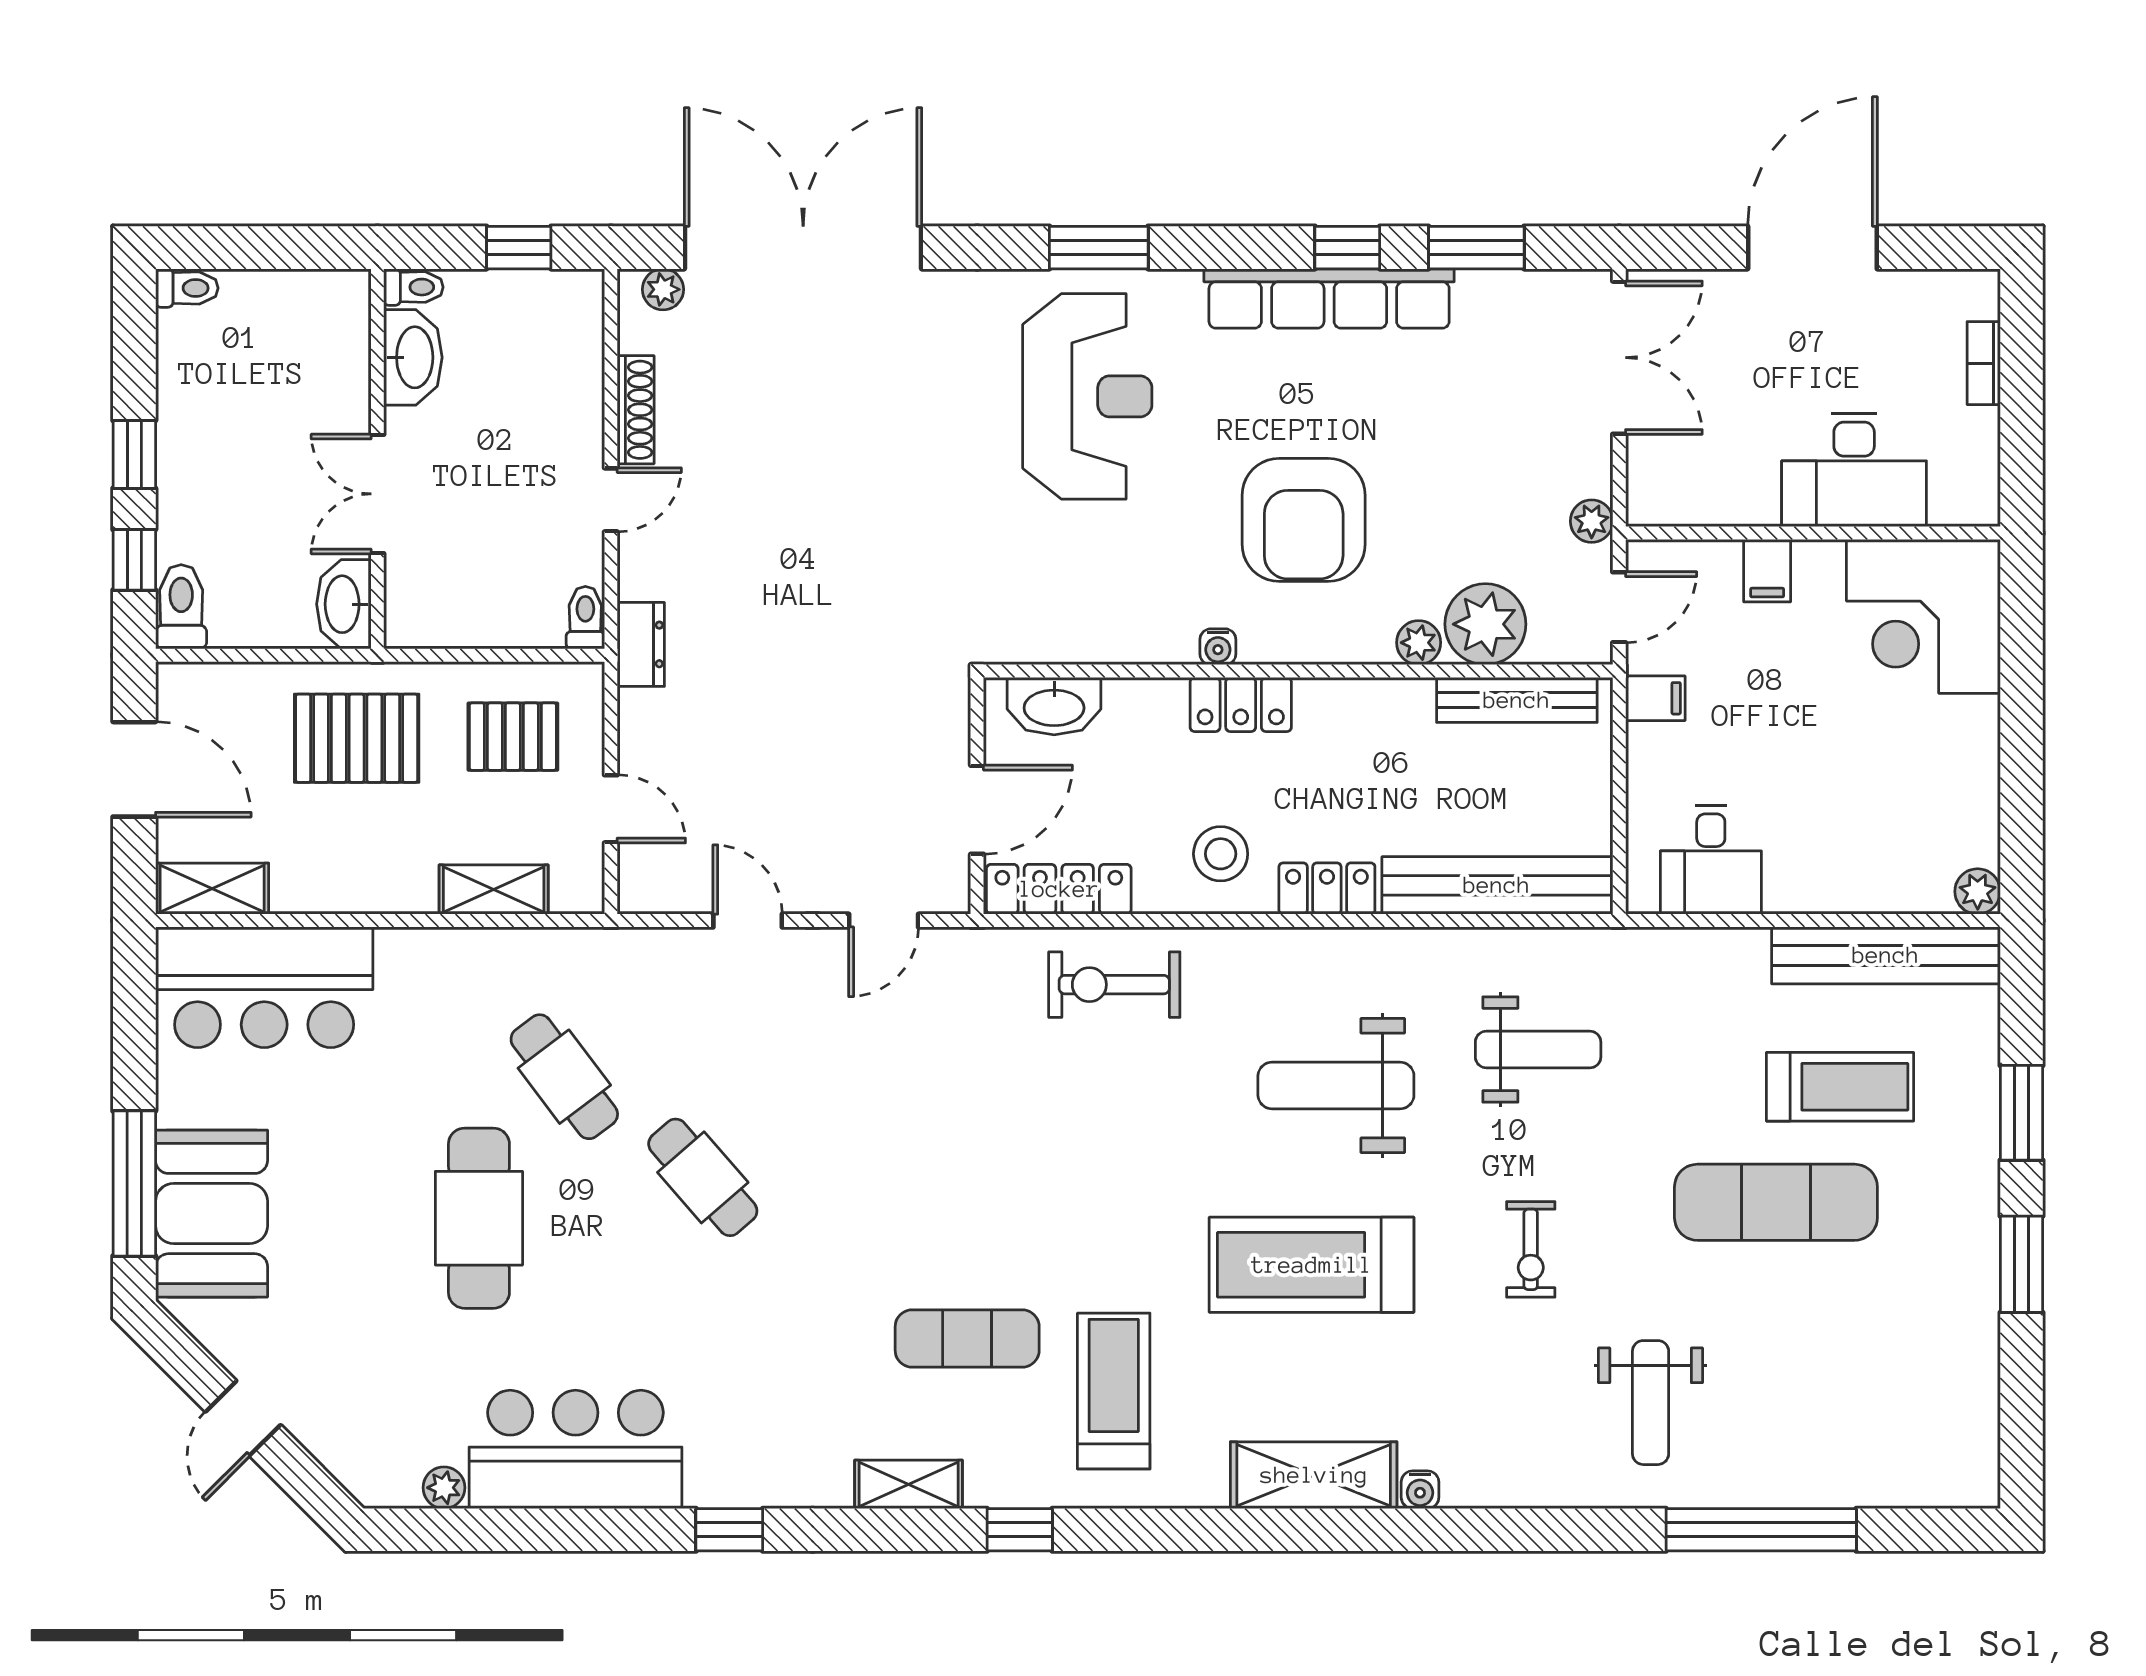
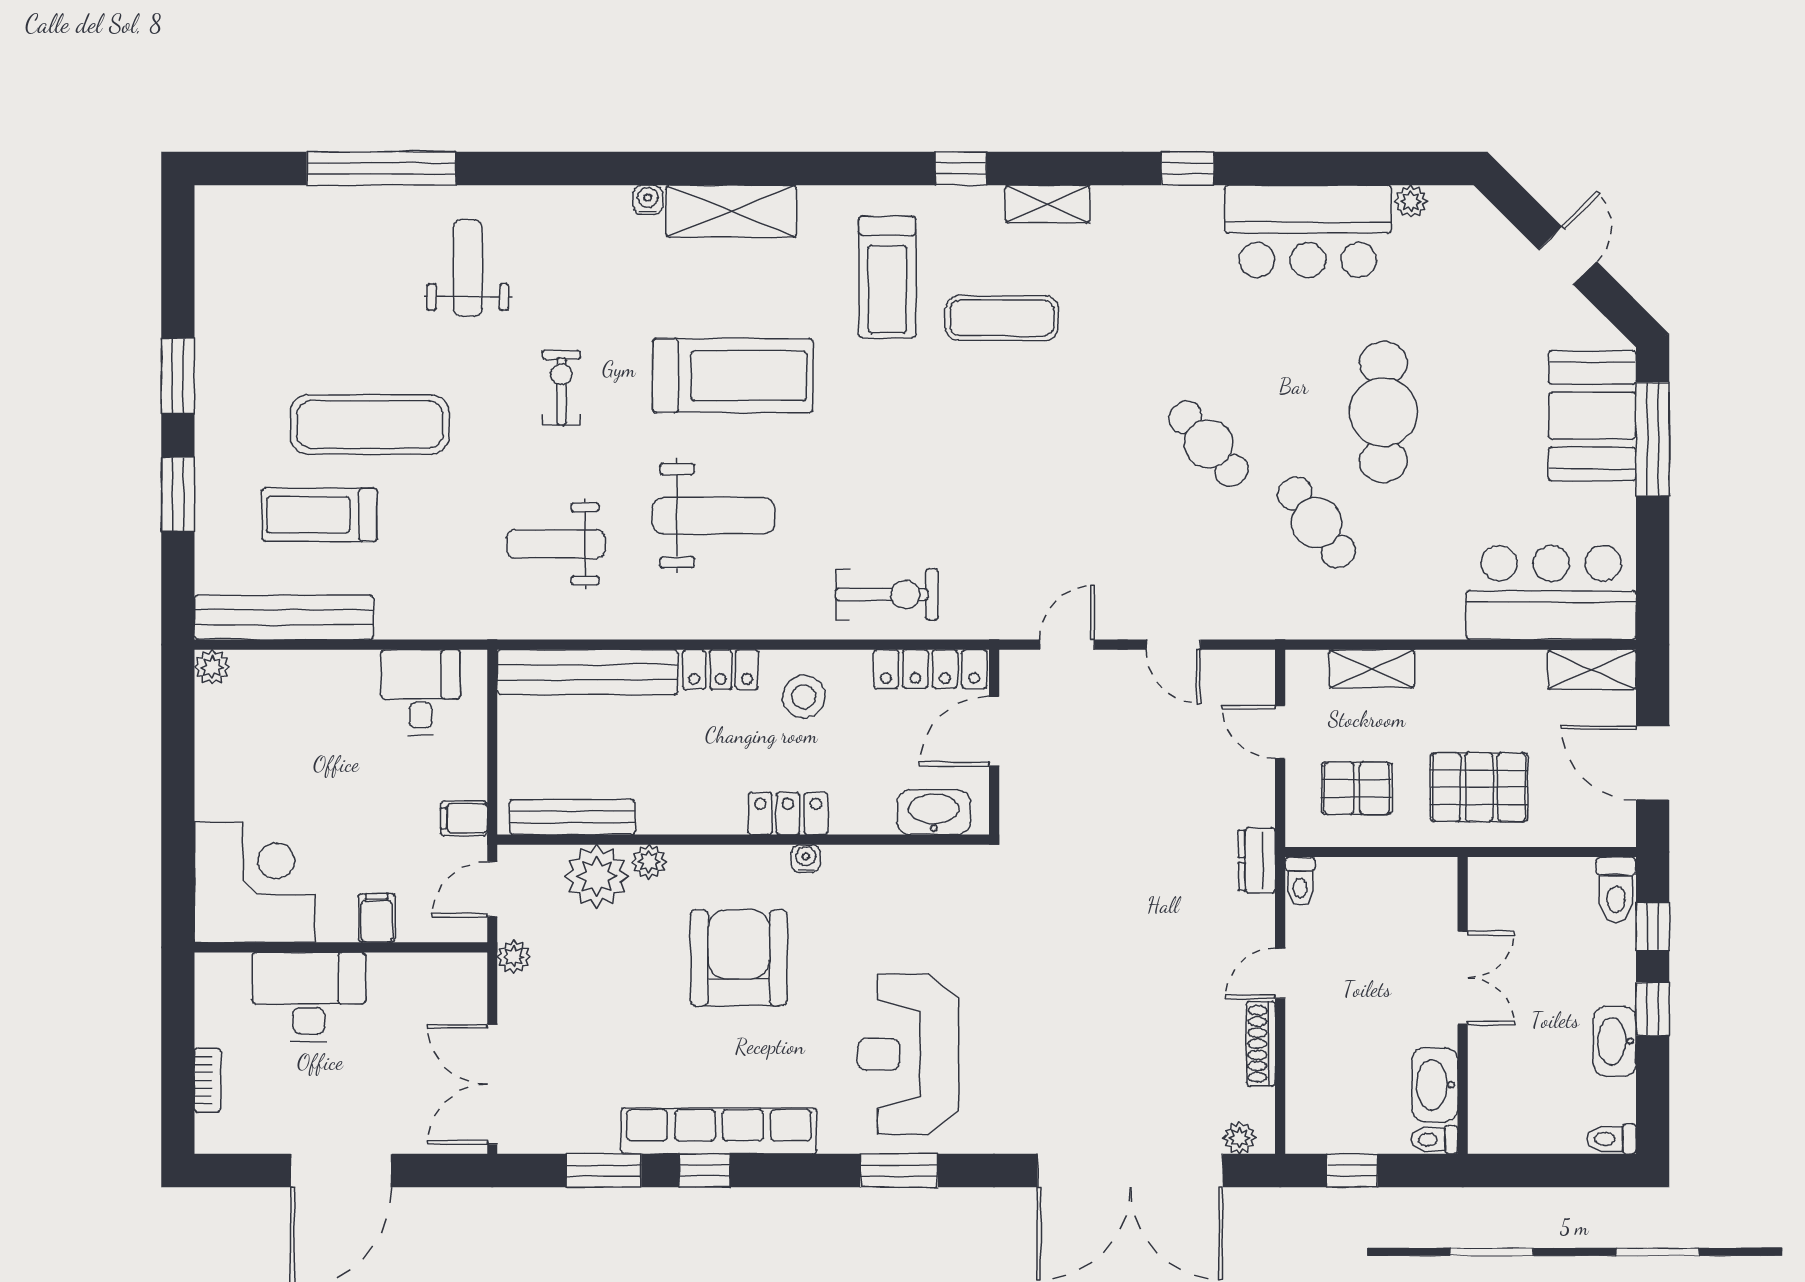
washbasin: (344, 604) -> (1615, 1041), moved, turned 180

